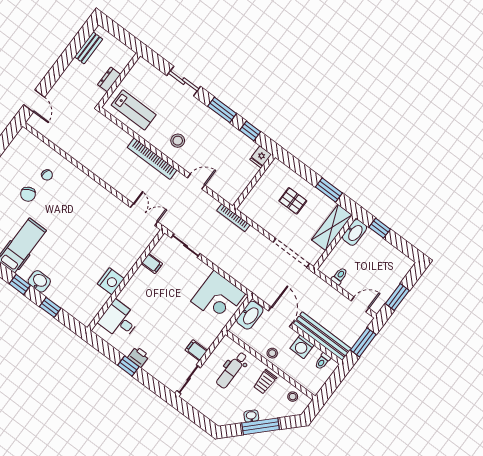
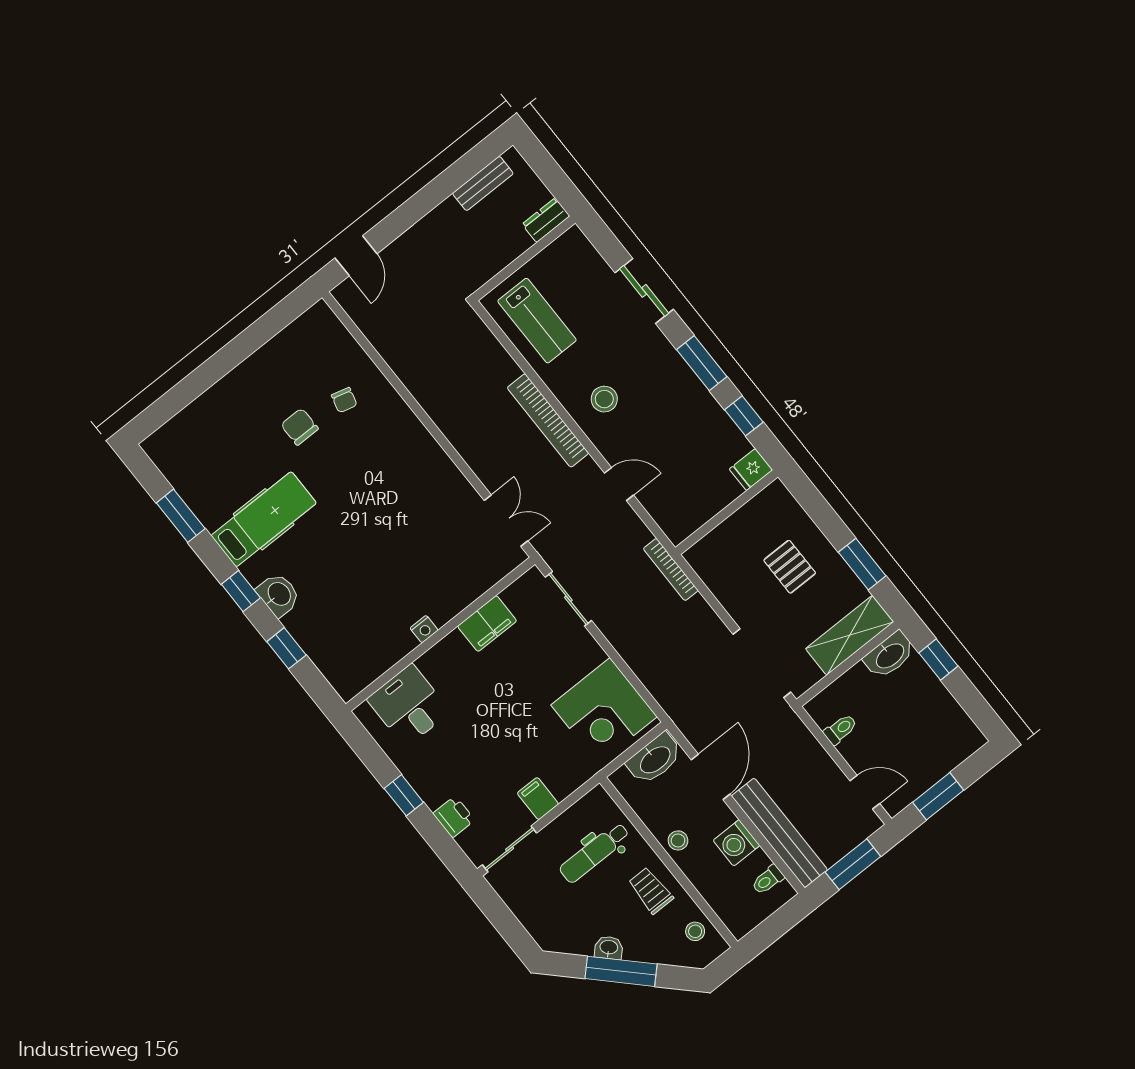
dresser: (109, 79) -> (546, 220), moved
chair: (28, 194) -> (300, 427), turned 116
filing cabinet: (152, 264) -> (487, 624), width x2.00
nightstand: (111, 281) -> (424, 629), width x0.53, depth x0.56
printer: (138, 357) -> (454, 817), moved
trolley: (265, 382) -> (651, 891), turned 90

